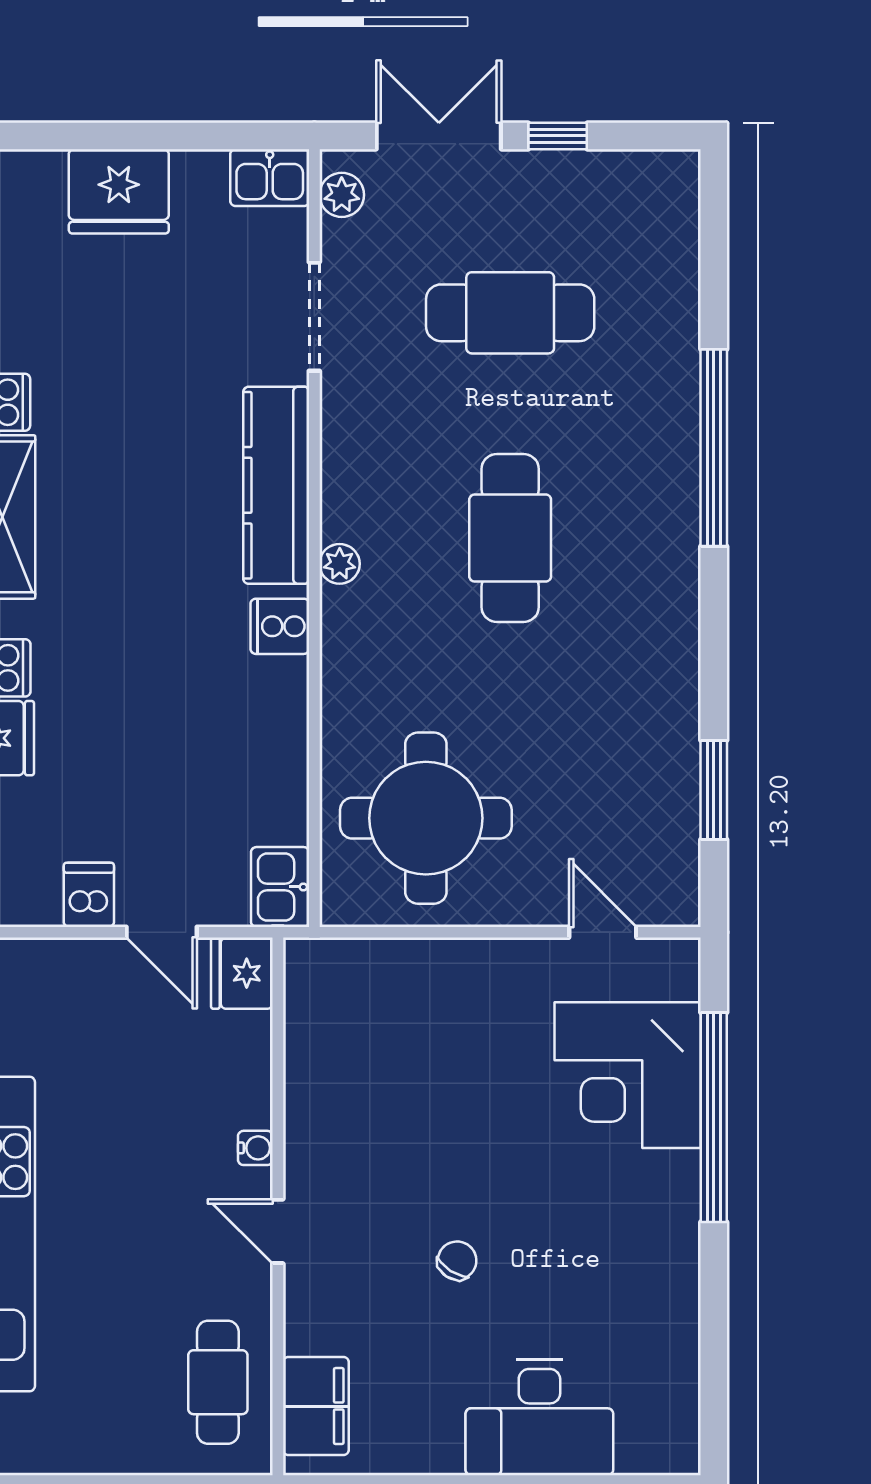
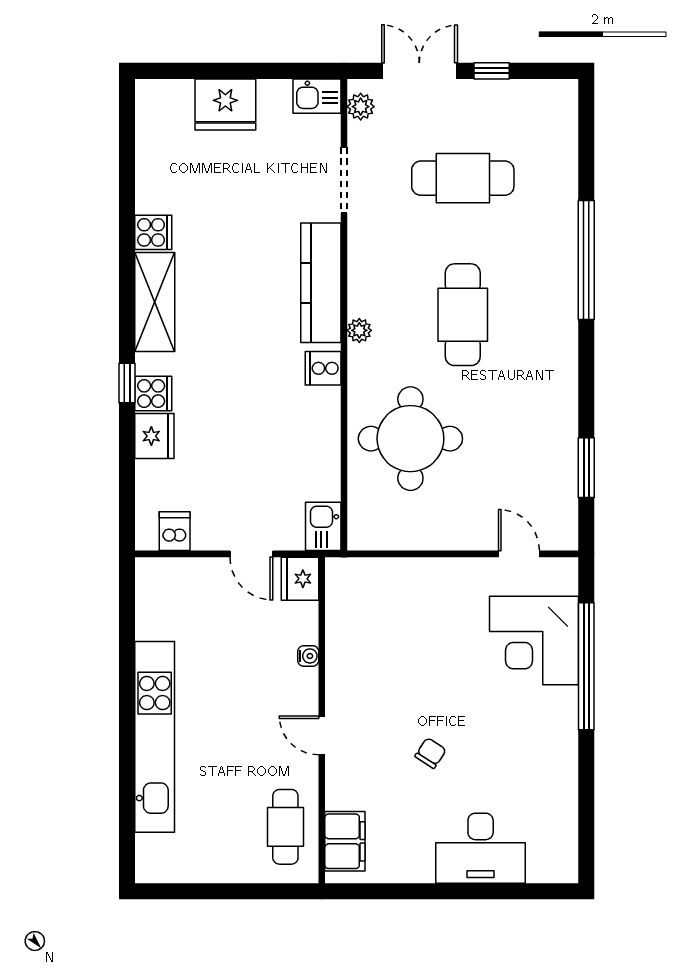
round table: (426, 818) -> (410, 439), moved
dishwasher: (89, 895) -> (175, 531), moved
water cooler: (255, 1148) -> (308, 656), moved

